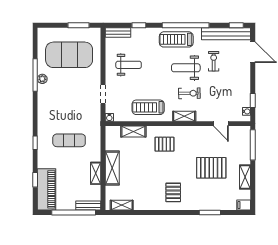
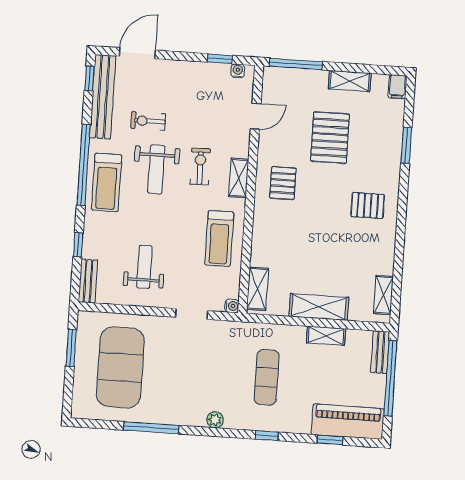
plant: (42, 79) -> (215, 420), moved
shelving: (133, 132) -> (257, 289), moved
pallet: (164, 144) -> (283, 183), moved

